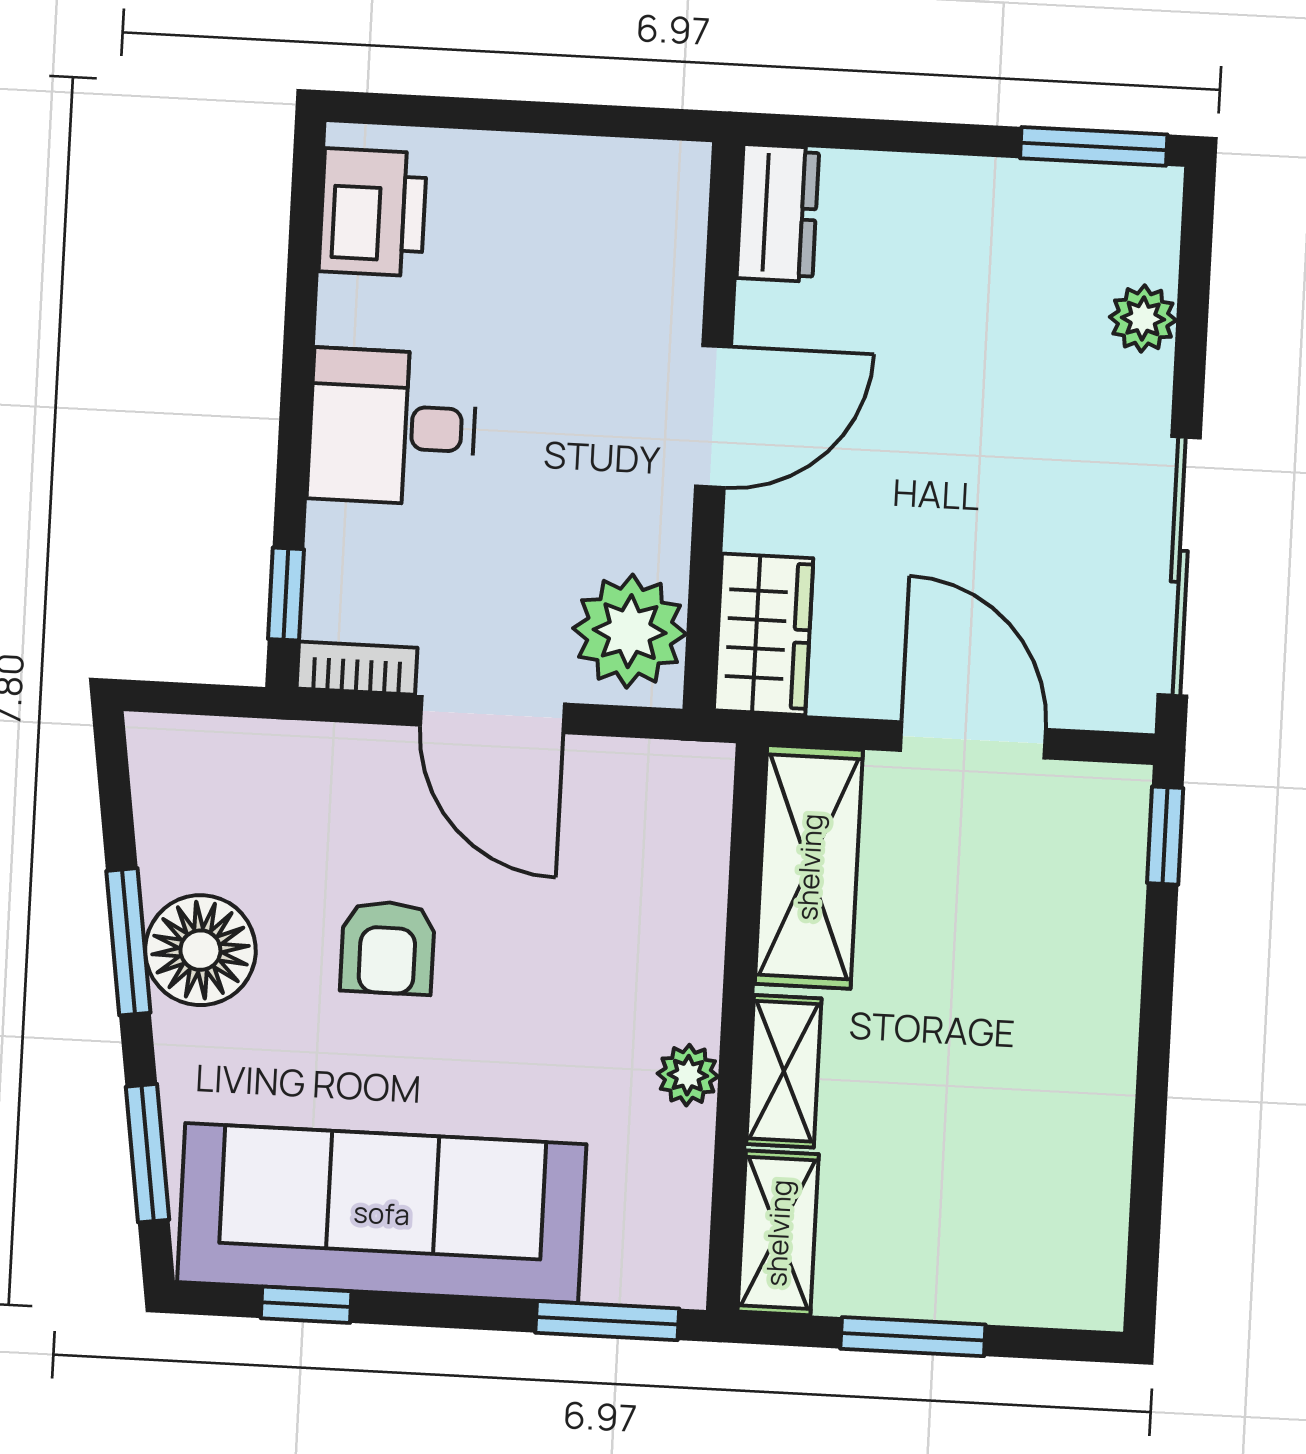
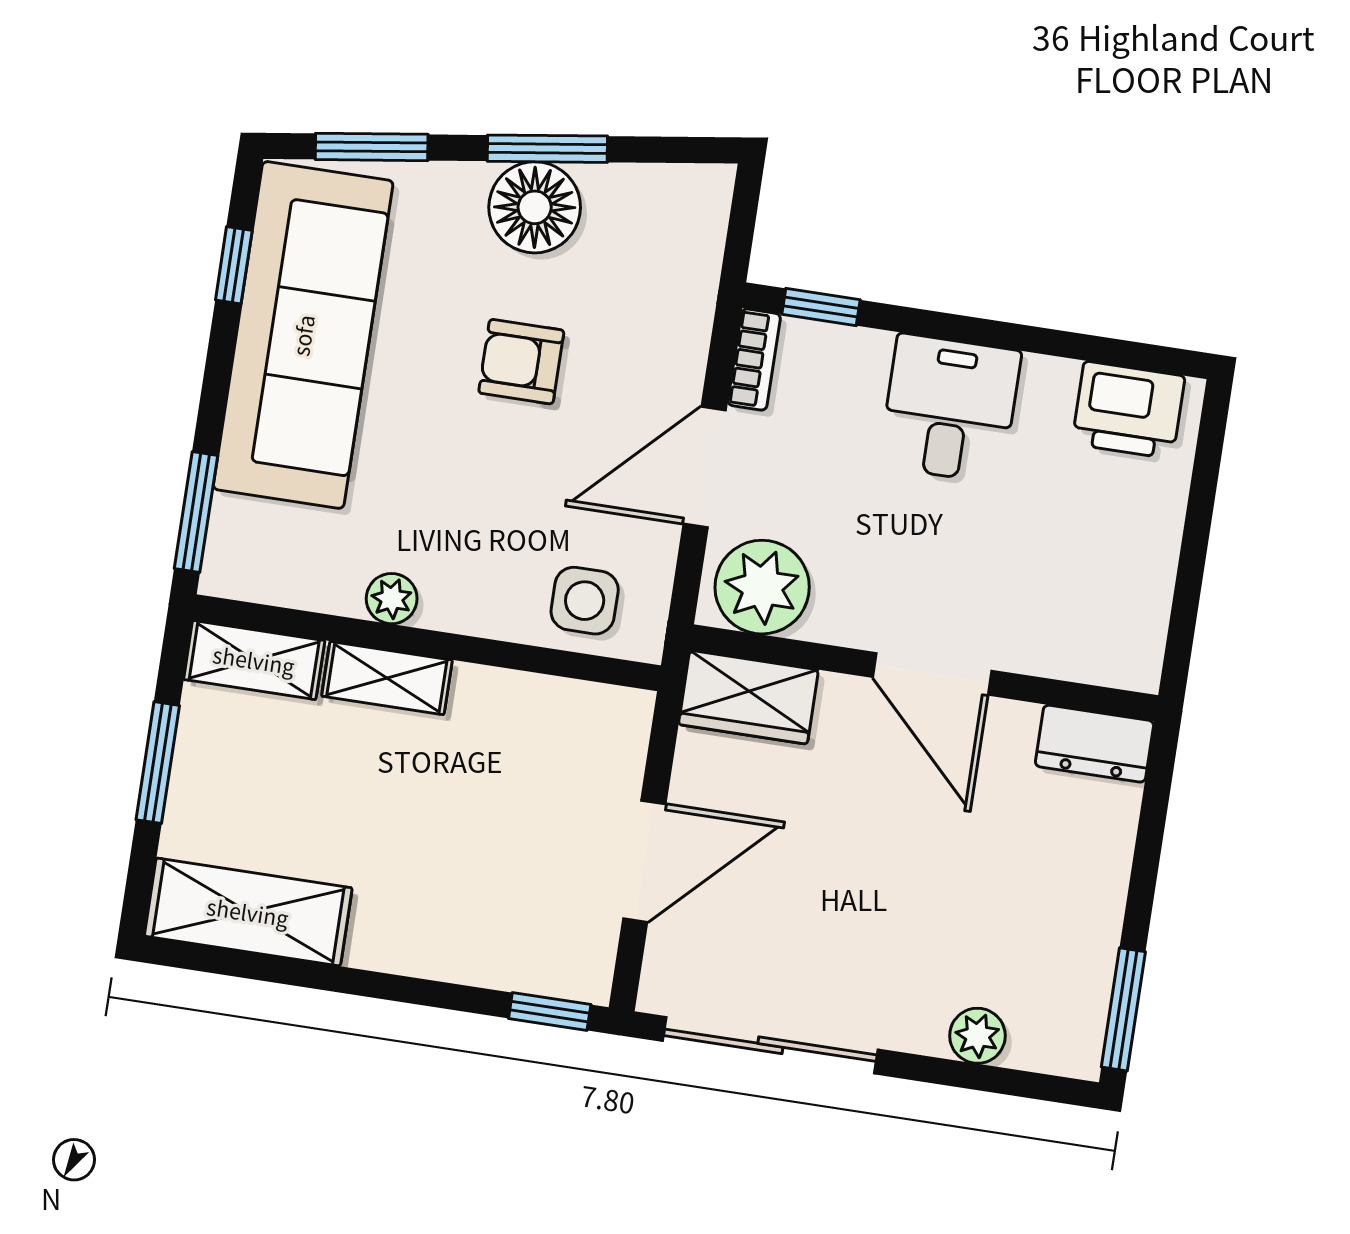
side table: (667, 843) -> (585, 601), added
shelving: (809, 867) -> (248, 912), moved

